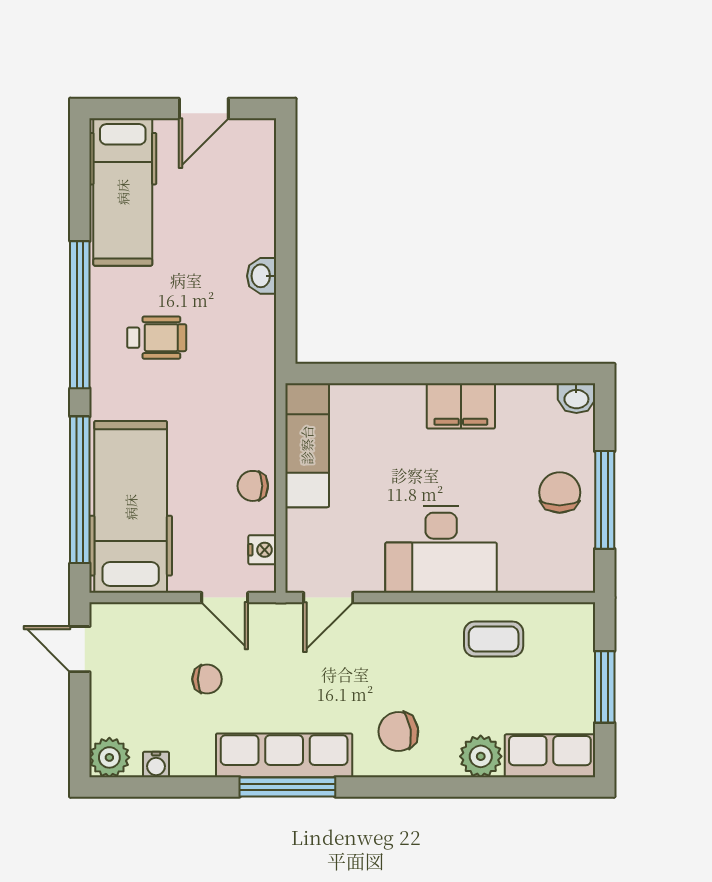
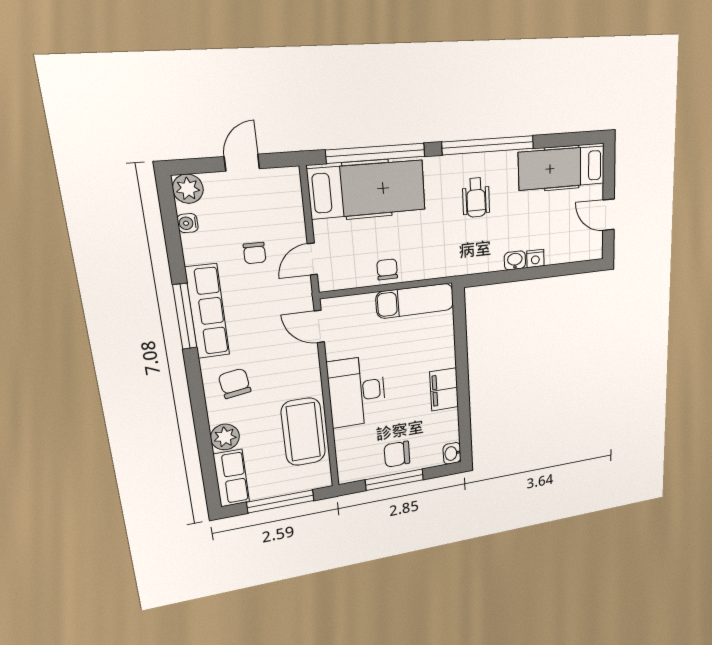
chair: (560, 492) -> (397, 454), turned 180
nightstand: (262, 550) -> (535, 258), moved
coffee table: (494, 639) -> (303, 432), width x1.86, depth x1.72
door: (80, 649) -> (242, 163), moved
window: (605, 687) -> (281, 501), width x1.44

